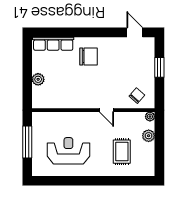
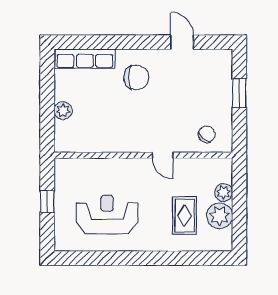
door: (135, 32) -> (182, 42), moved
plant: (150, 117) -> (220, 216), moved, width x1.87, depth x1.87
window: (27, 142) -> (47, 202), width x0.46

